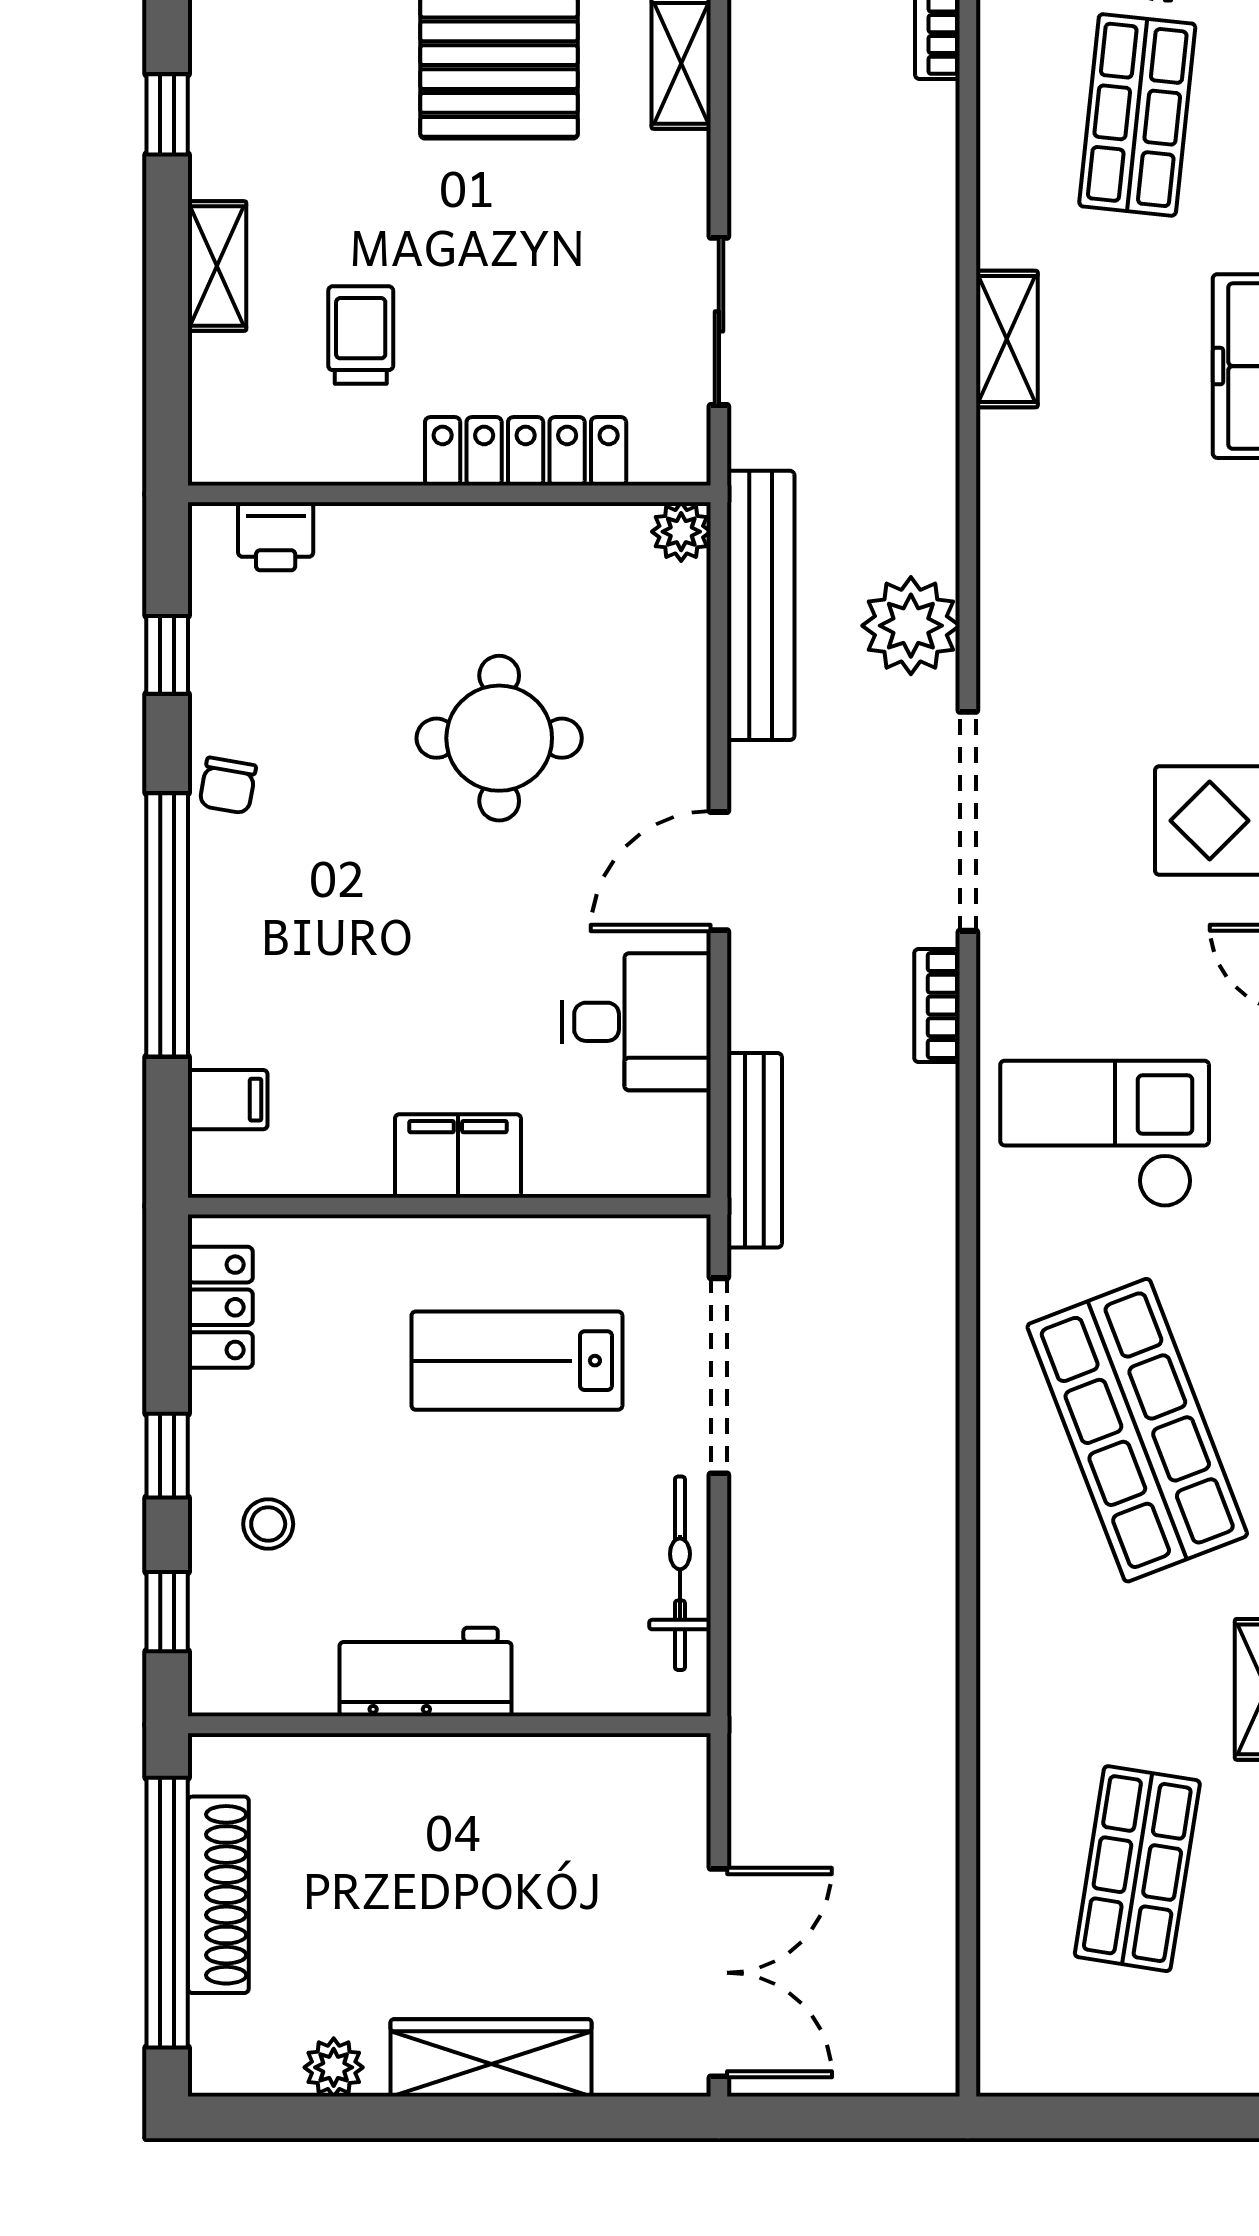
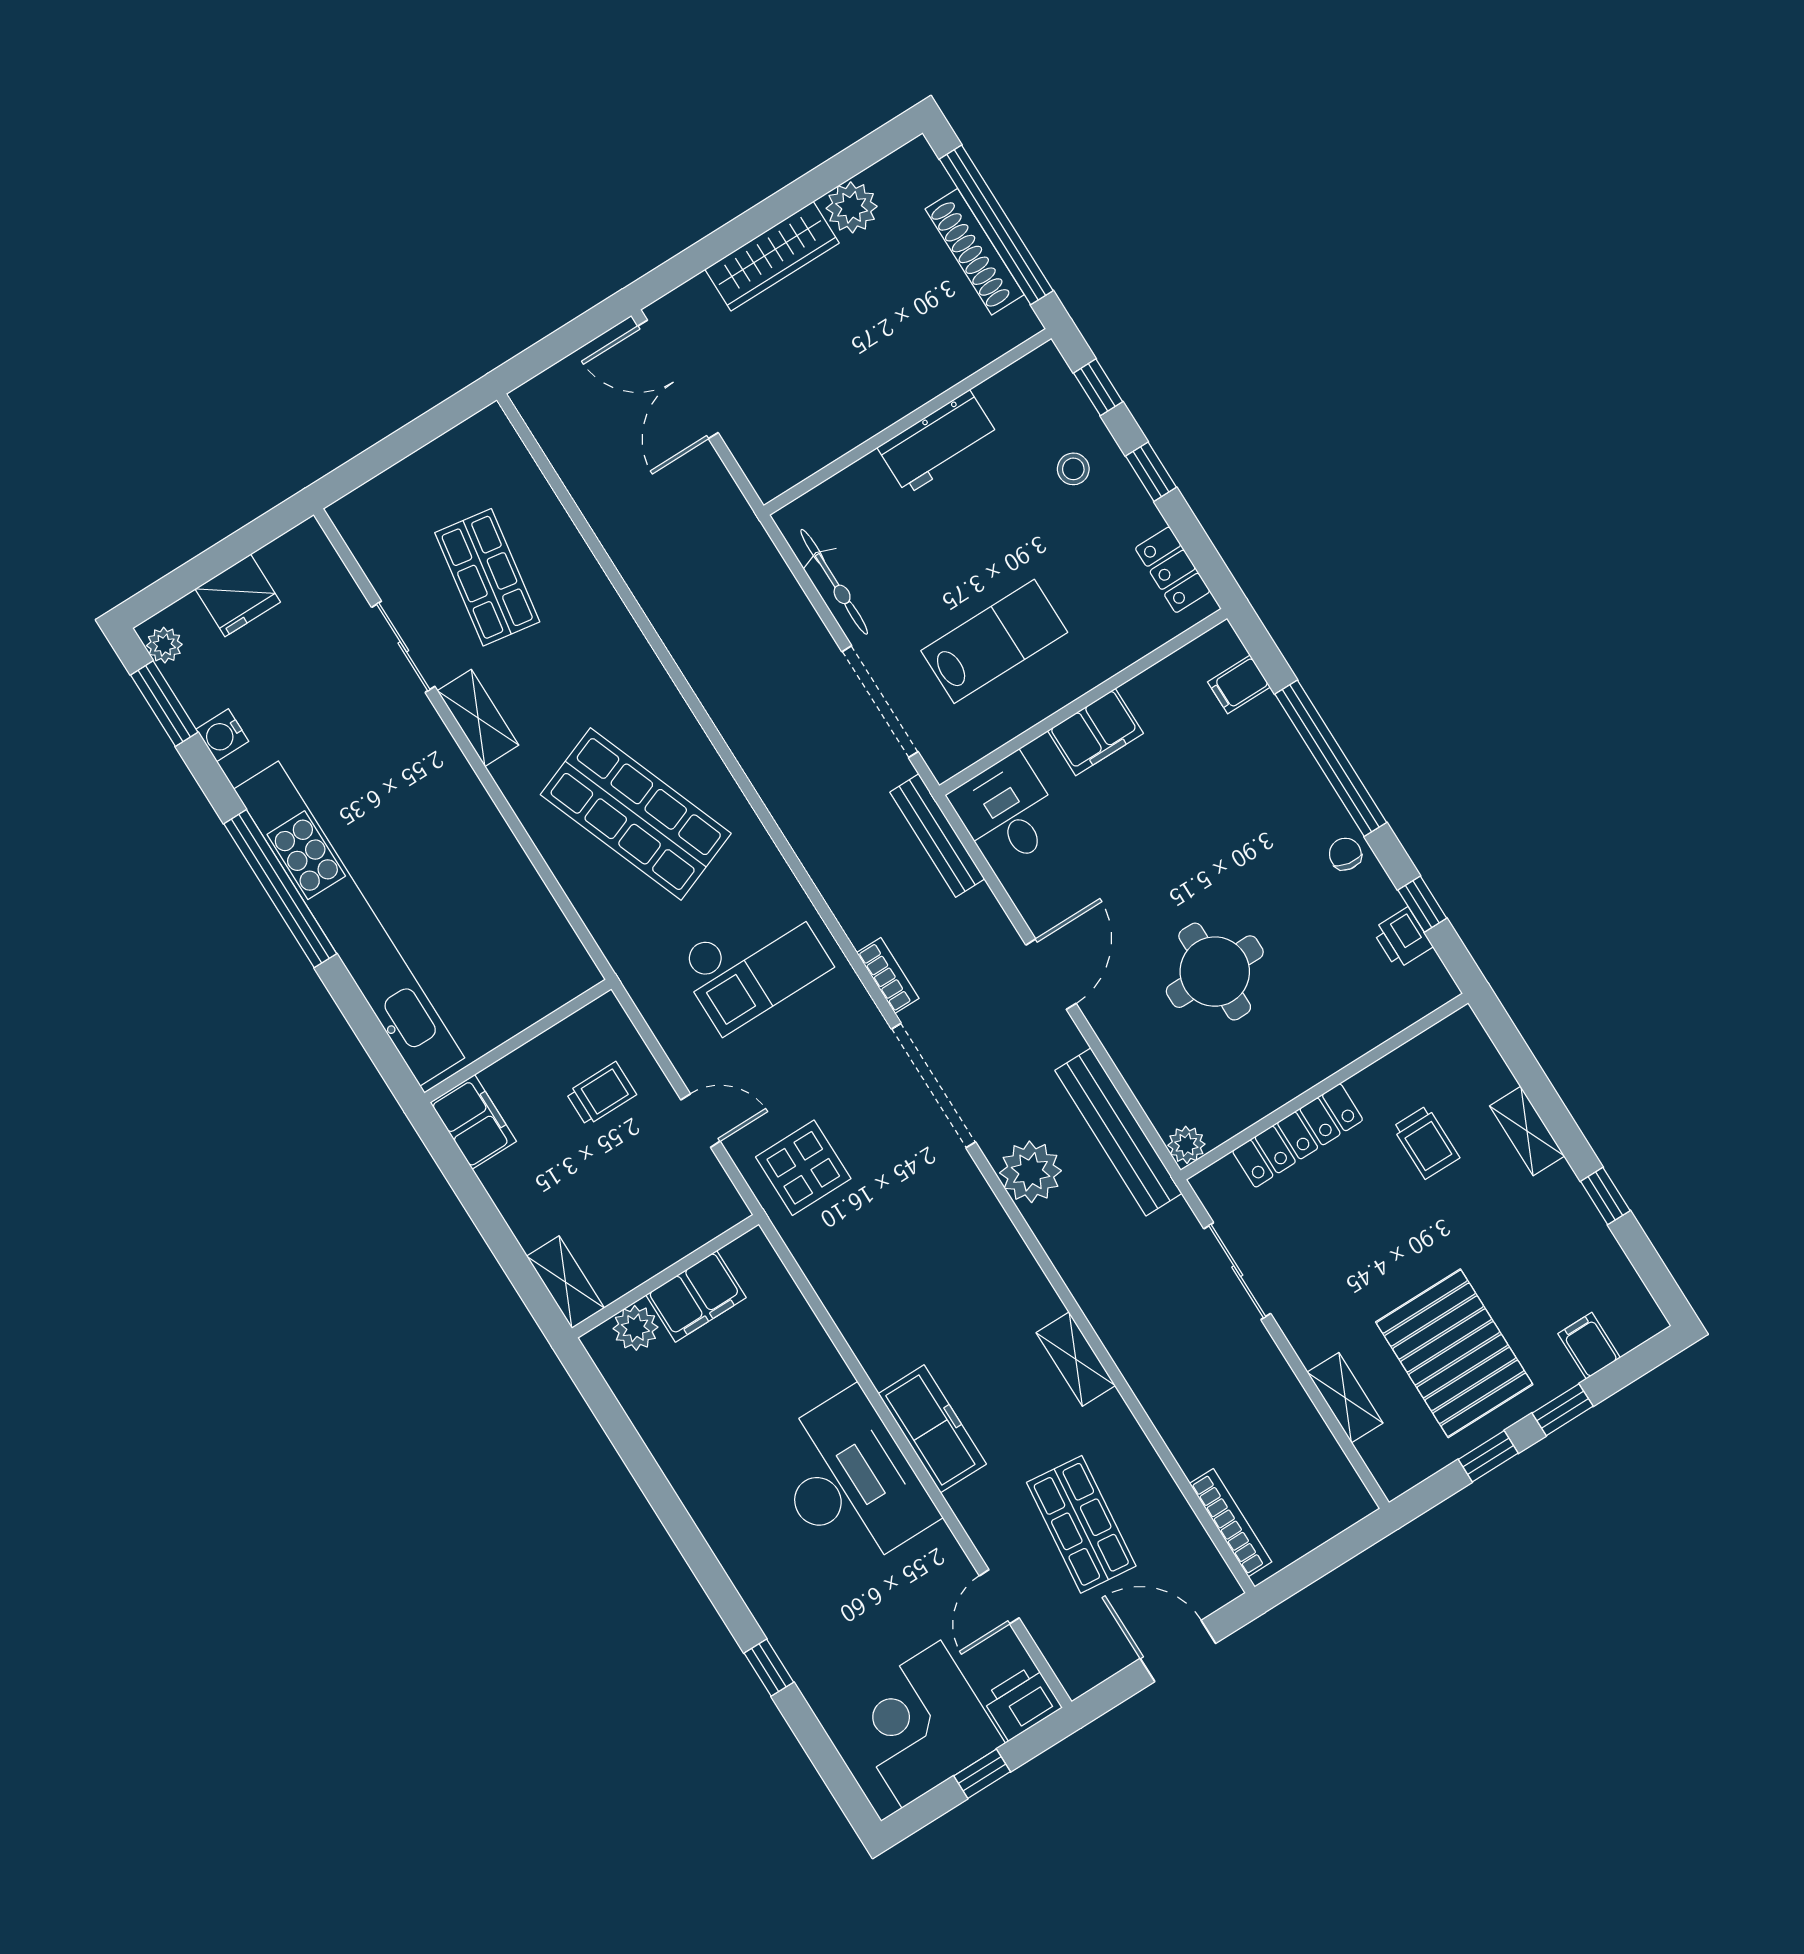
printer: (276, 536) -> (1402, 938), moved, turned -90
desk: (637, 1022) -> (1007, 812), moved, turned 90
plant: (334, 2067) -> (852, 207), width x1.38, depth x1.38

